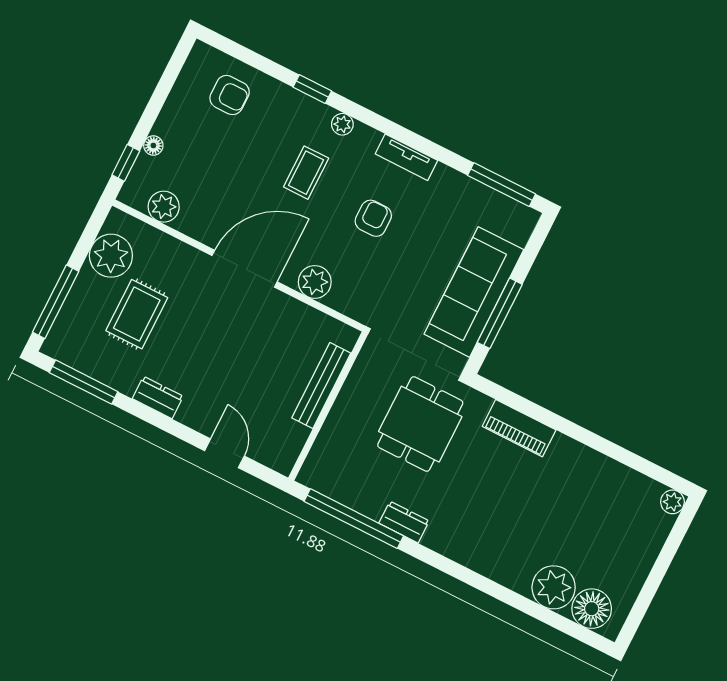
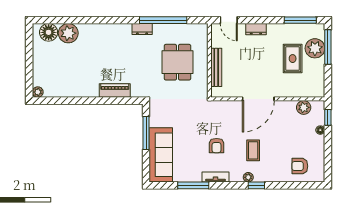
window: (312, 89) -> (256, 185), moved
window: (502, 185) -> (193, 185), moved
plant: (111, 256) -> (315, 48), moved
plant: (315, 282) -> (227, 108), removed
sofa: (474, 292) -> (161, 155), moved
bench: (321, 386) -> (216, 67), moved
dresser: (158, 398) -> (256, 29), moved
wall: (328, 406) -> (209, 60), moved
dining table: (420, 424) -> (177, 62), moved

